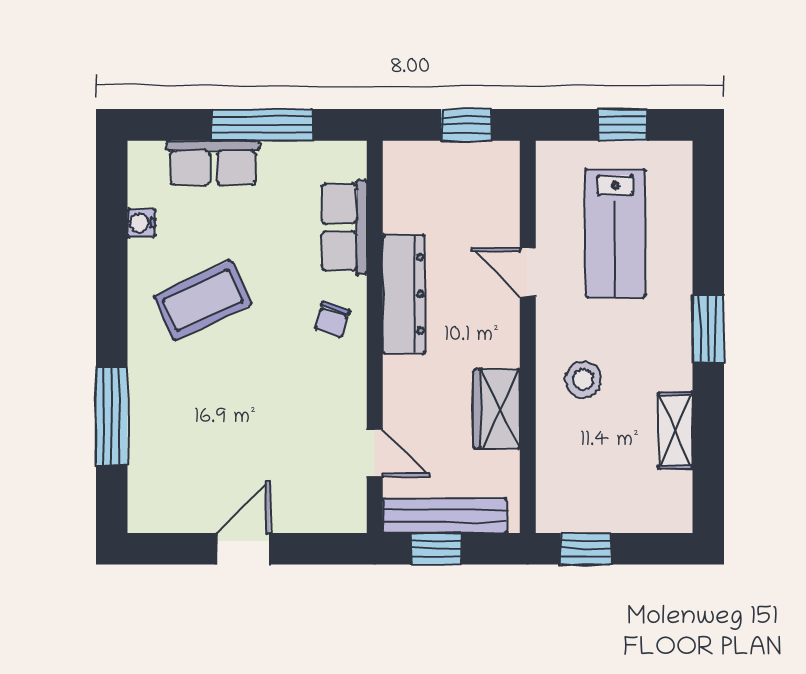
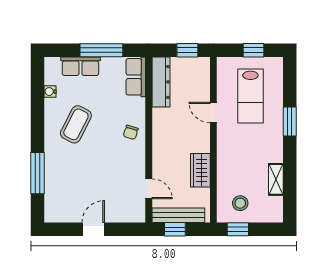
row of seats: (344, 227) -> (136, 77), moved
dresser: (404, 294) -> (161, 82), moved
coffee table: (203, 300) -> (76, 124), turned -38
window: (708, 329) -> (290, 122), moved
stool: (583, 380) -> (240, 203), moved

